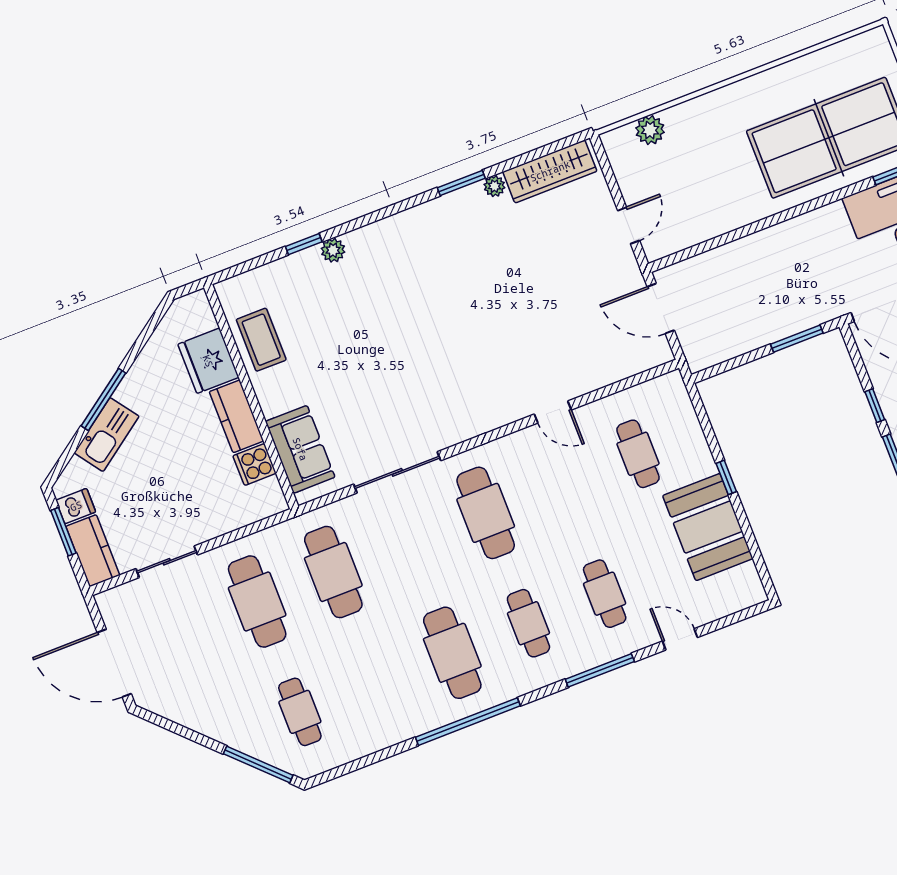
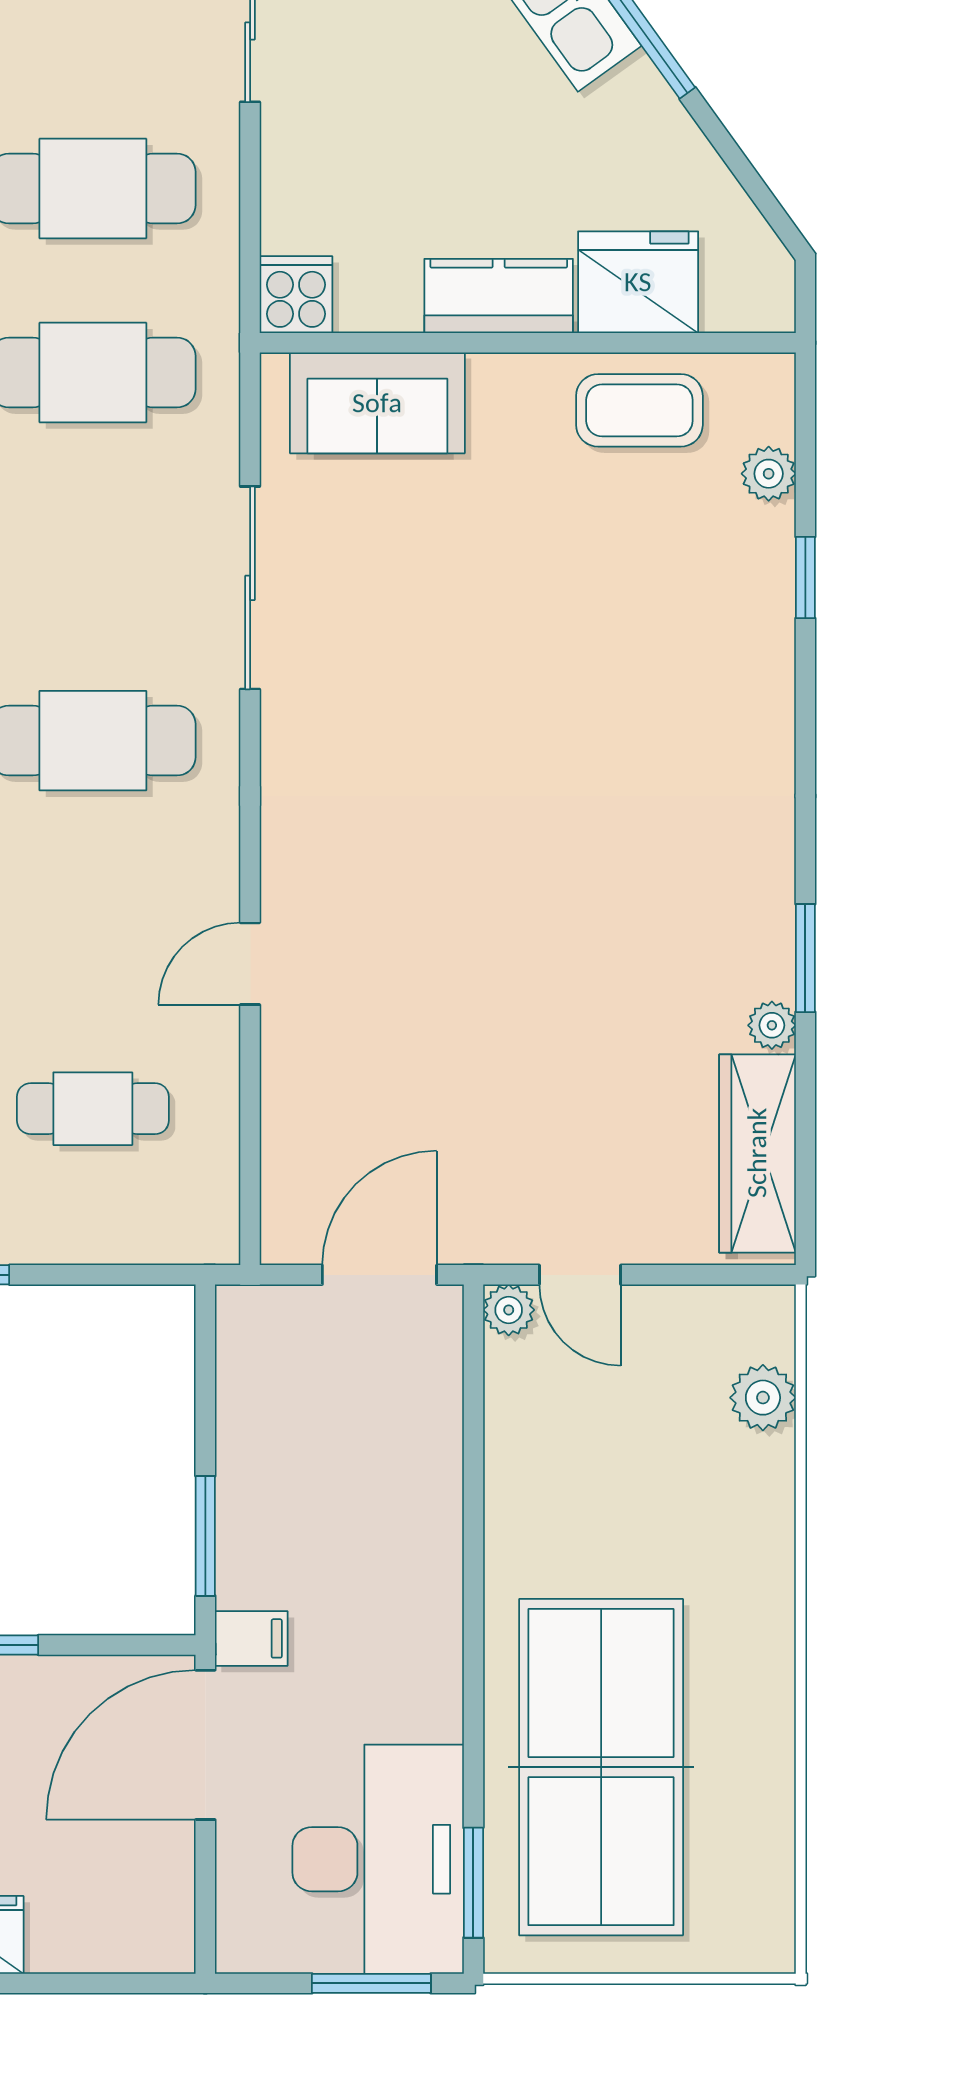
plant: (655, 249) -> (509, 1310), added
plant: (333, 250) -> (769, 474), moved
filing cabinet: (832, 303) -> (251, 1638), added
cooker: (255, 464) -> (296, 295), moved

